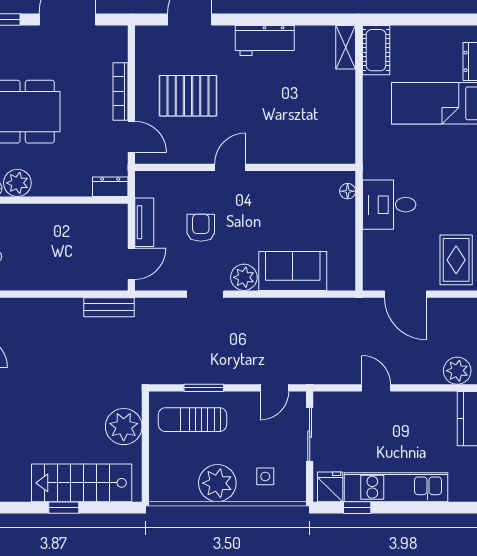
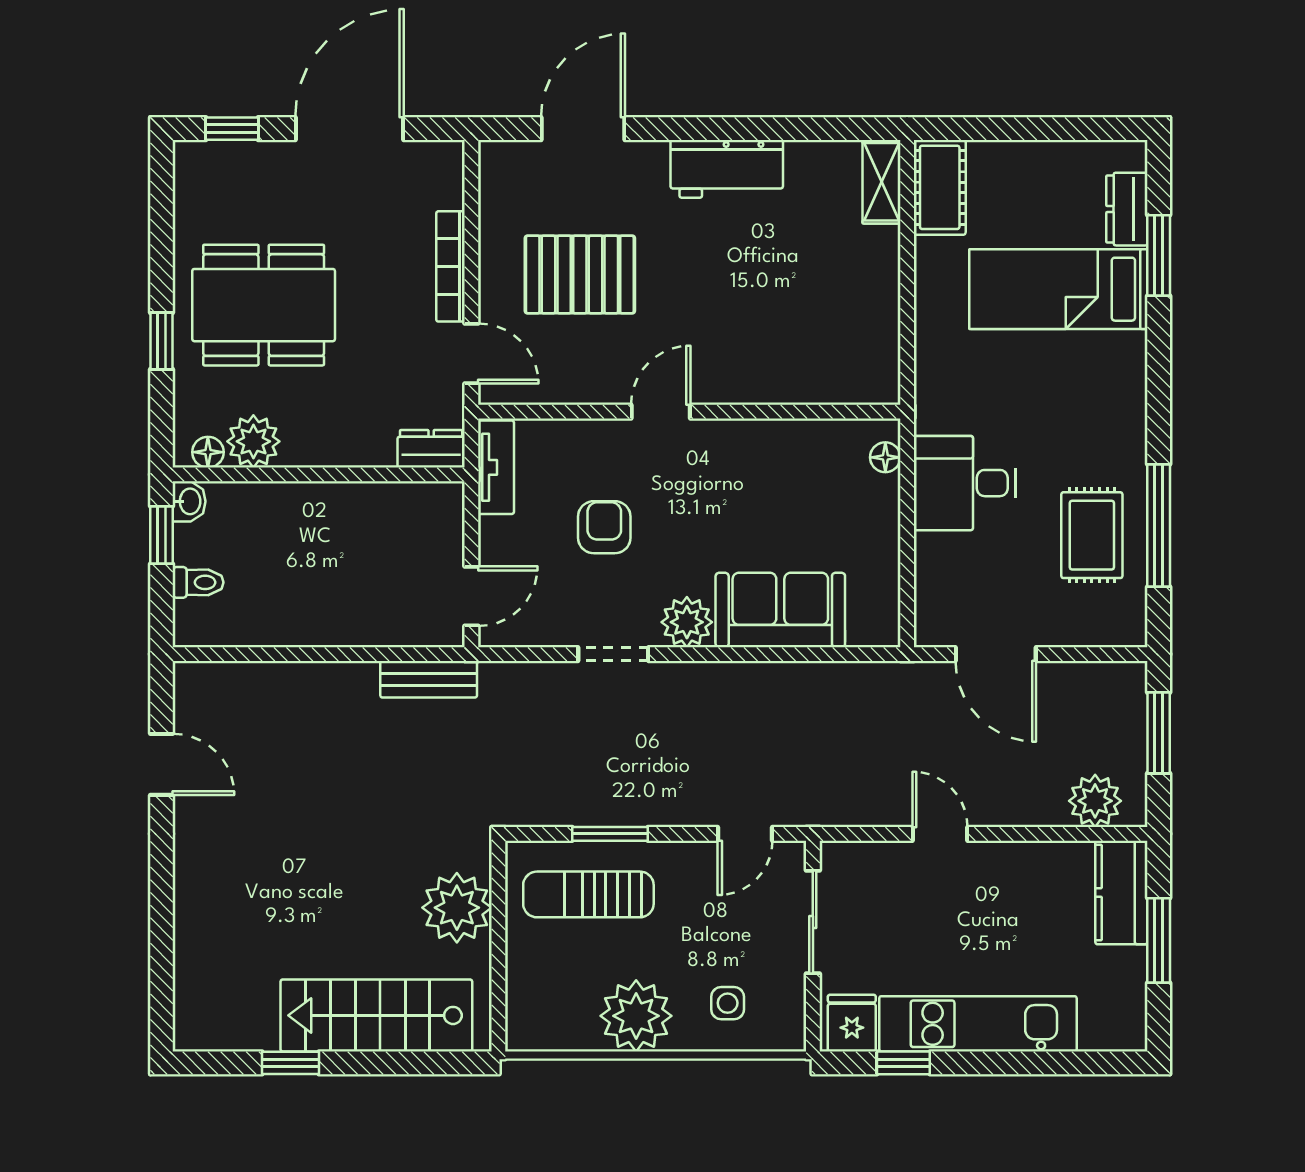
tv unit: (144, 222) -> (496, 467), moved
rug: (456, 260) -> (1092, 535), moved
window: (64, 508) -> (290, 1063), moved

